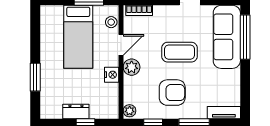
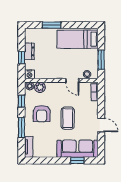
bed: (78, 37) -> (78, 39), moved
window: (245, 37) -> (77, 161), width x0.46
plant: (132, 67) -> (40, 87), moved
nightstand: (112, 75) -> (29, 74), moved

